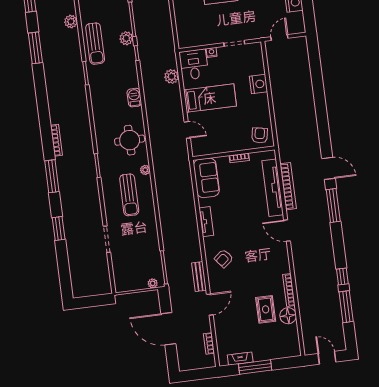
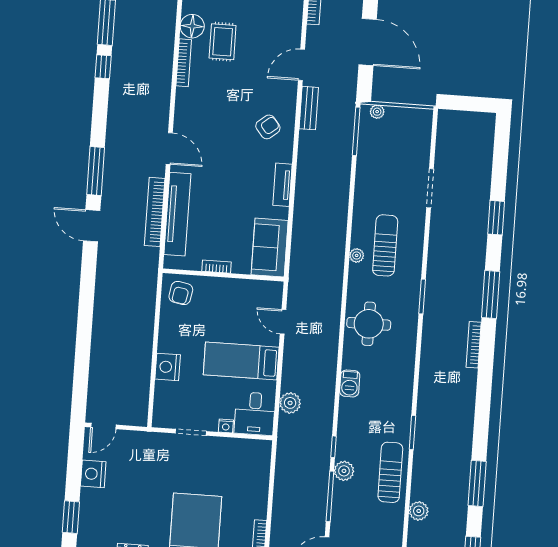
door: (279, 38) -> (103, 426), moved
plant: (145, 170) -> (357, 255), moved

